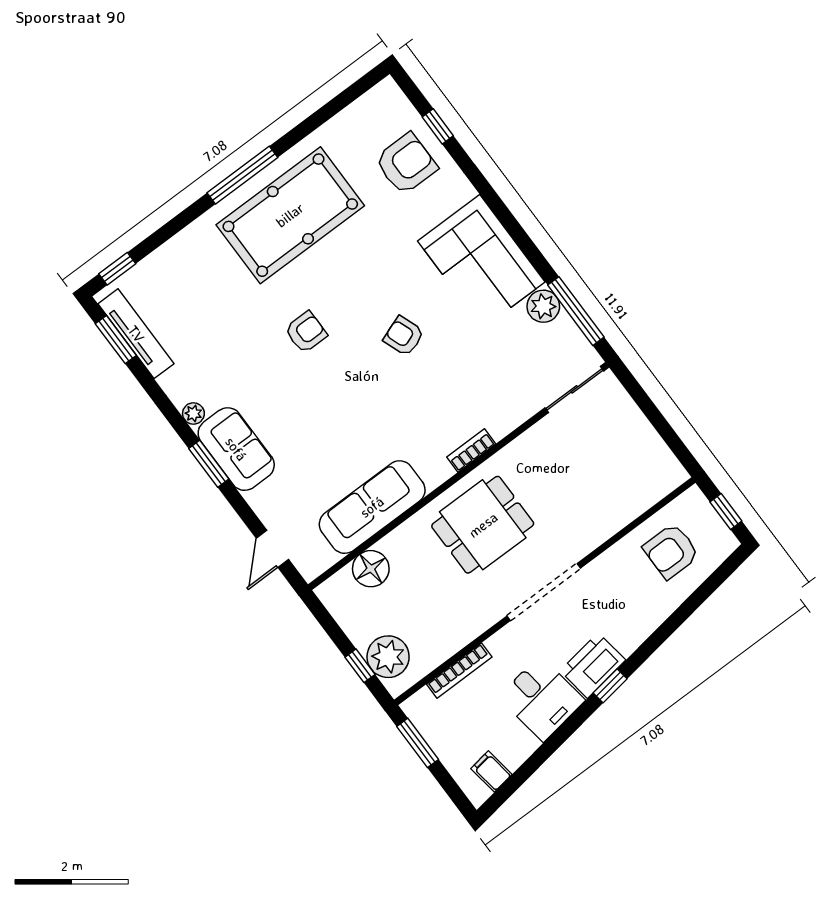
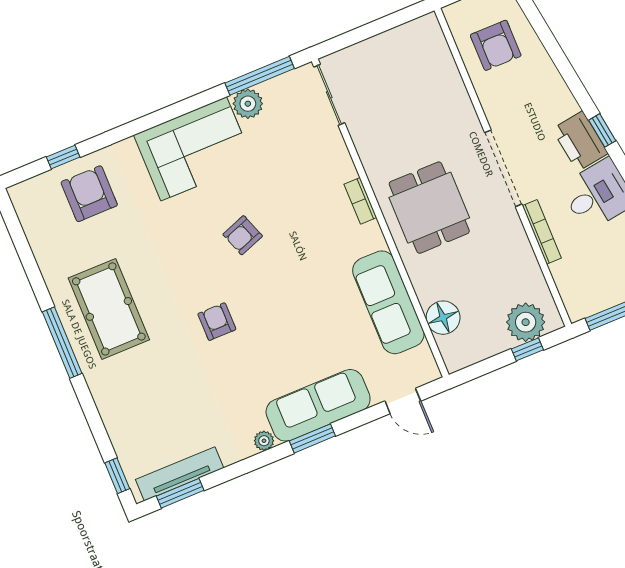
pool table: (290, 215) -> (109, 309), width x0.73, depth x0.76
sofa: (236, 449) -> (318, 405), width x1.36
bookcase: (459, 671) -> (542, 232), moved

